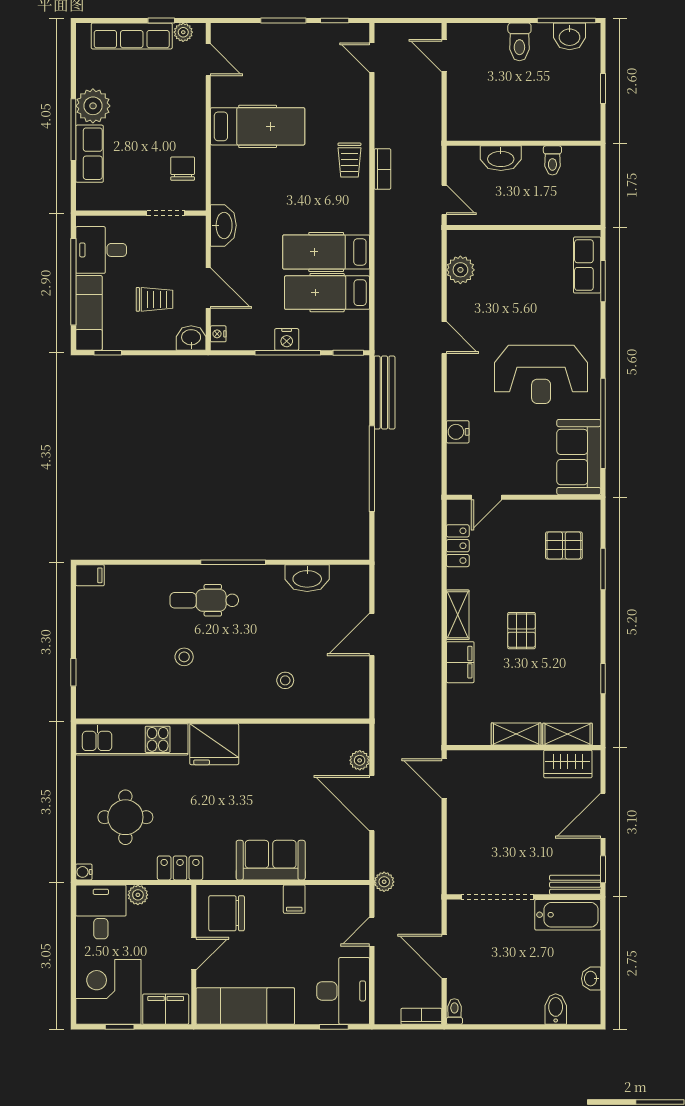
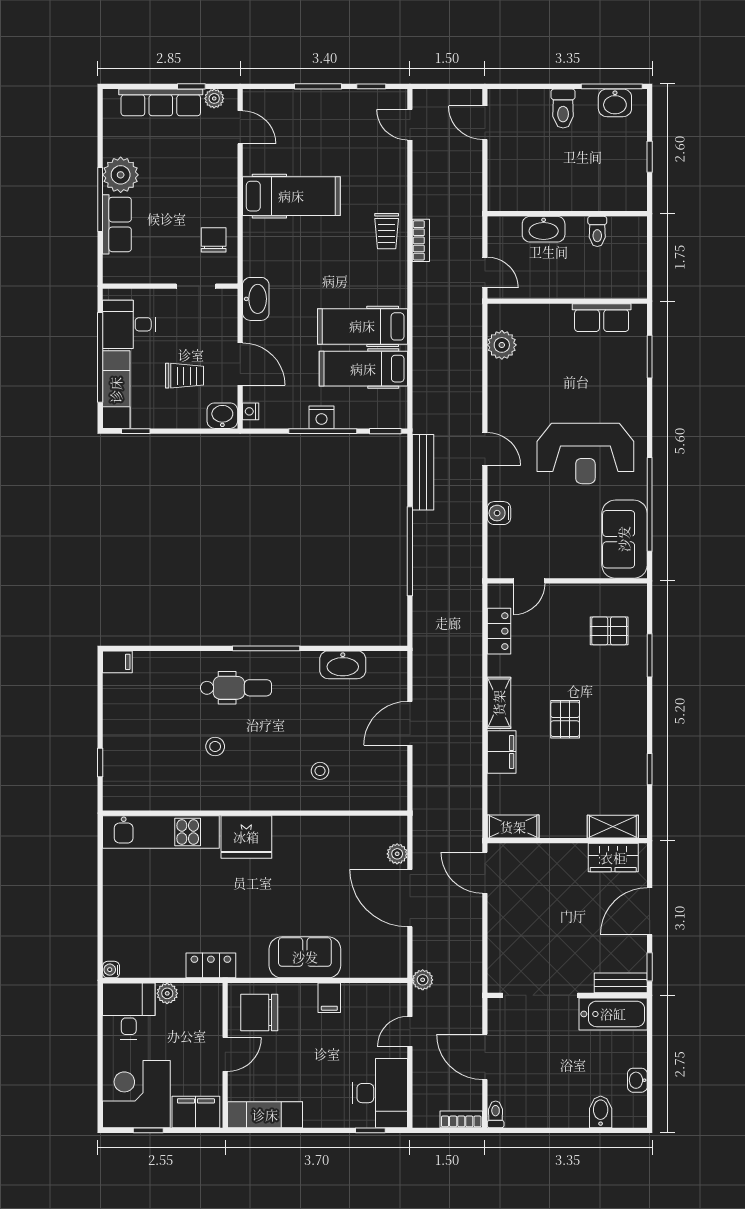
row of seats: (587, 265) -> (602, 318), moved, turned -90
door: (444, 338) -> (485, 449), moved
dental chair: (204, 600) -> (236, 688), turned 180
shelving: (516, 734) -> (513, 827), moved
round table: (125, 817) -> (154, 913), removed
exam couch: (245, 1006) -> (265, 1115), width x0.73, depth x0.69

